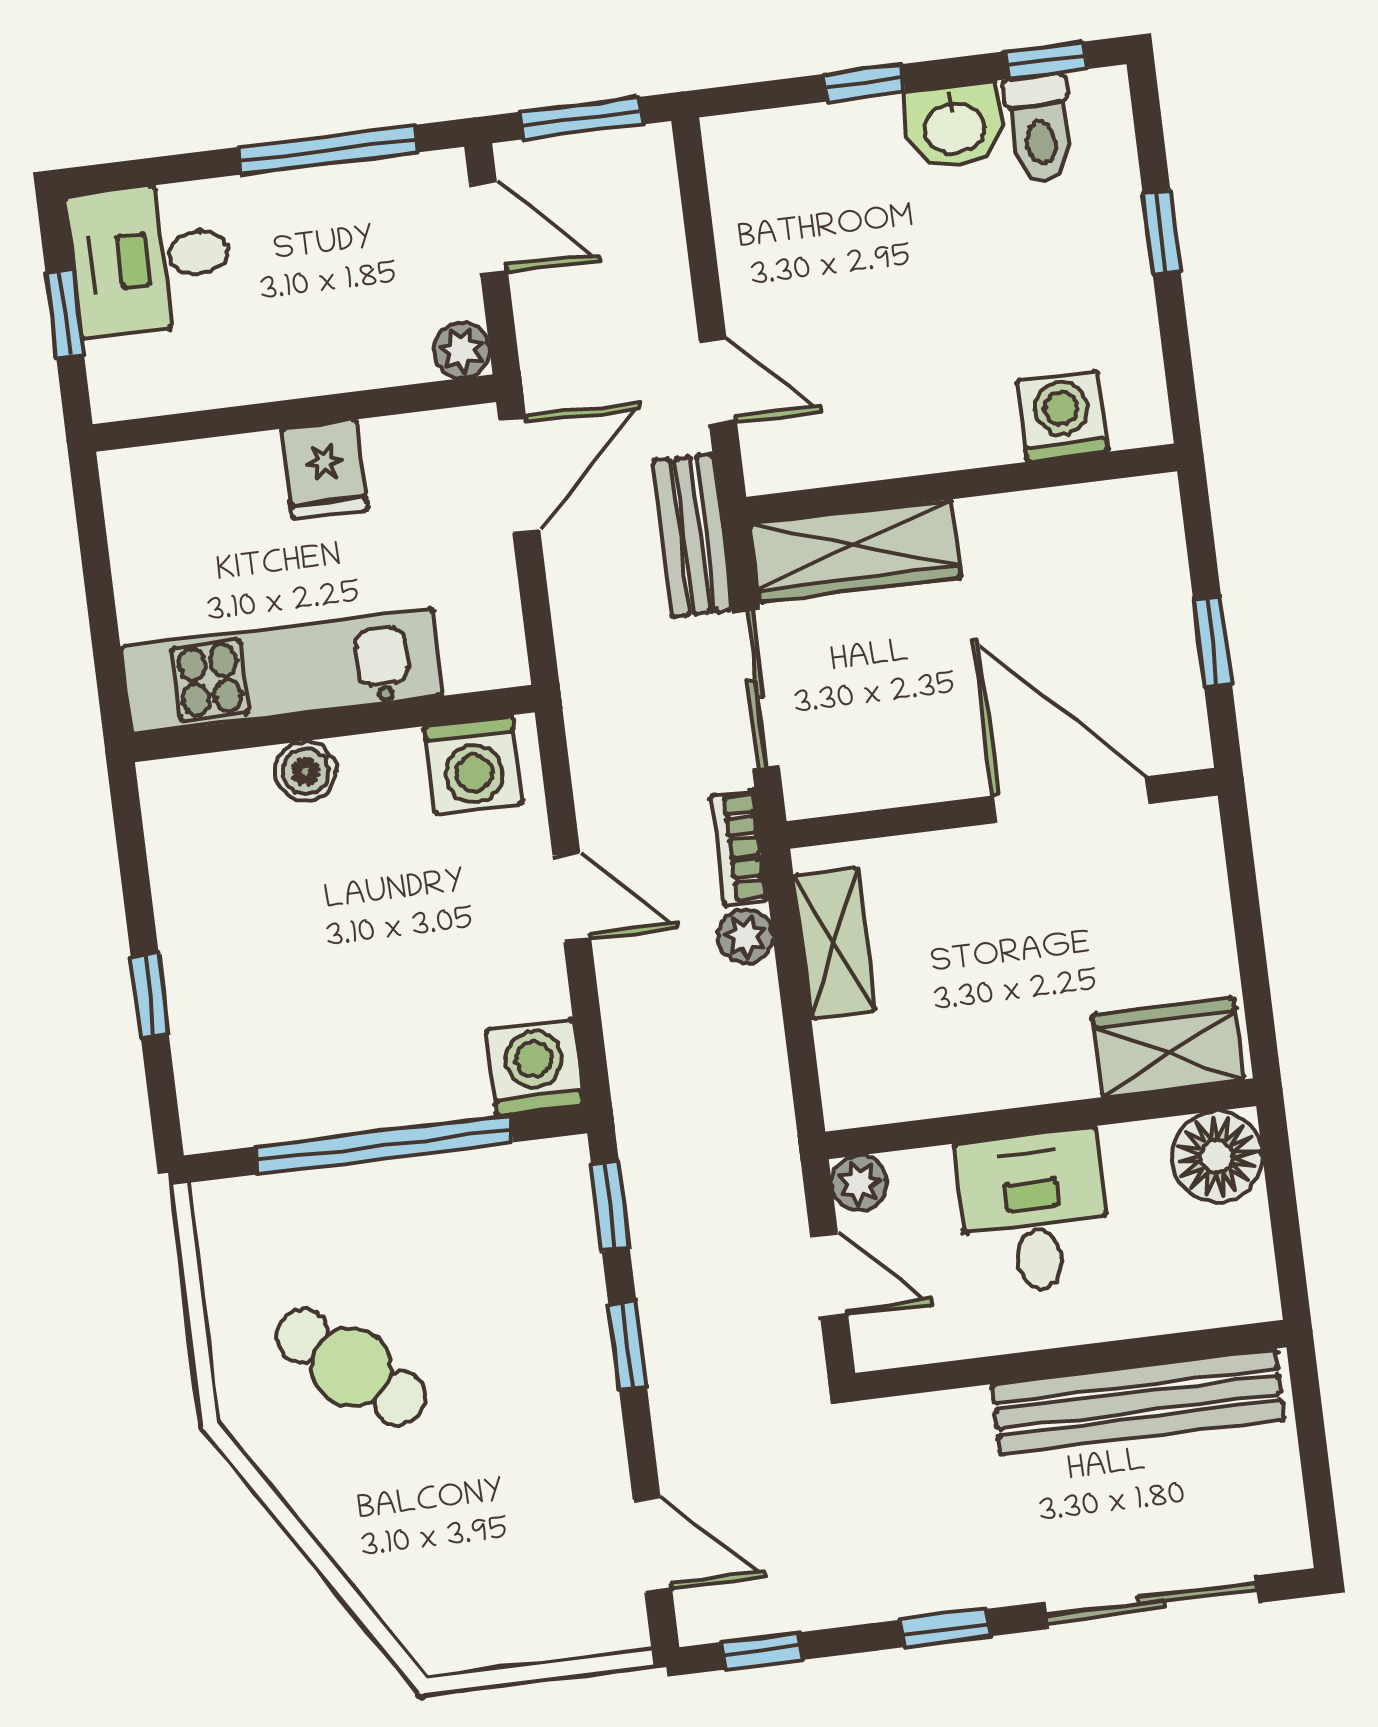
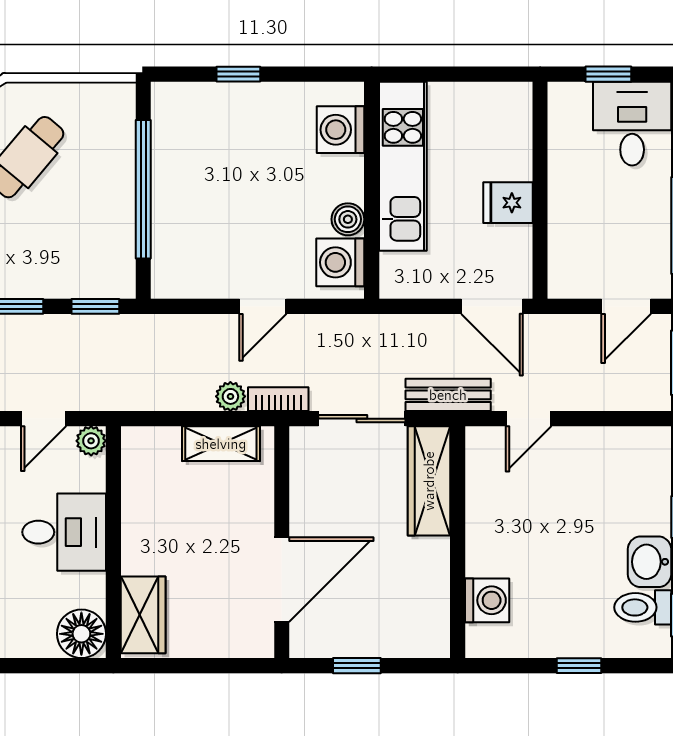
plant: (462, 350) -> (562, 284), removed
boiler: (306, 771) -> (348, 219), moved
washing machine: (535, 1068) -> (340, 130), moved, turned 180

